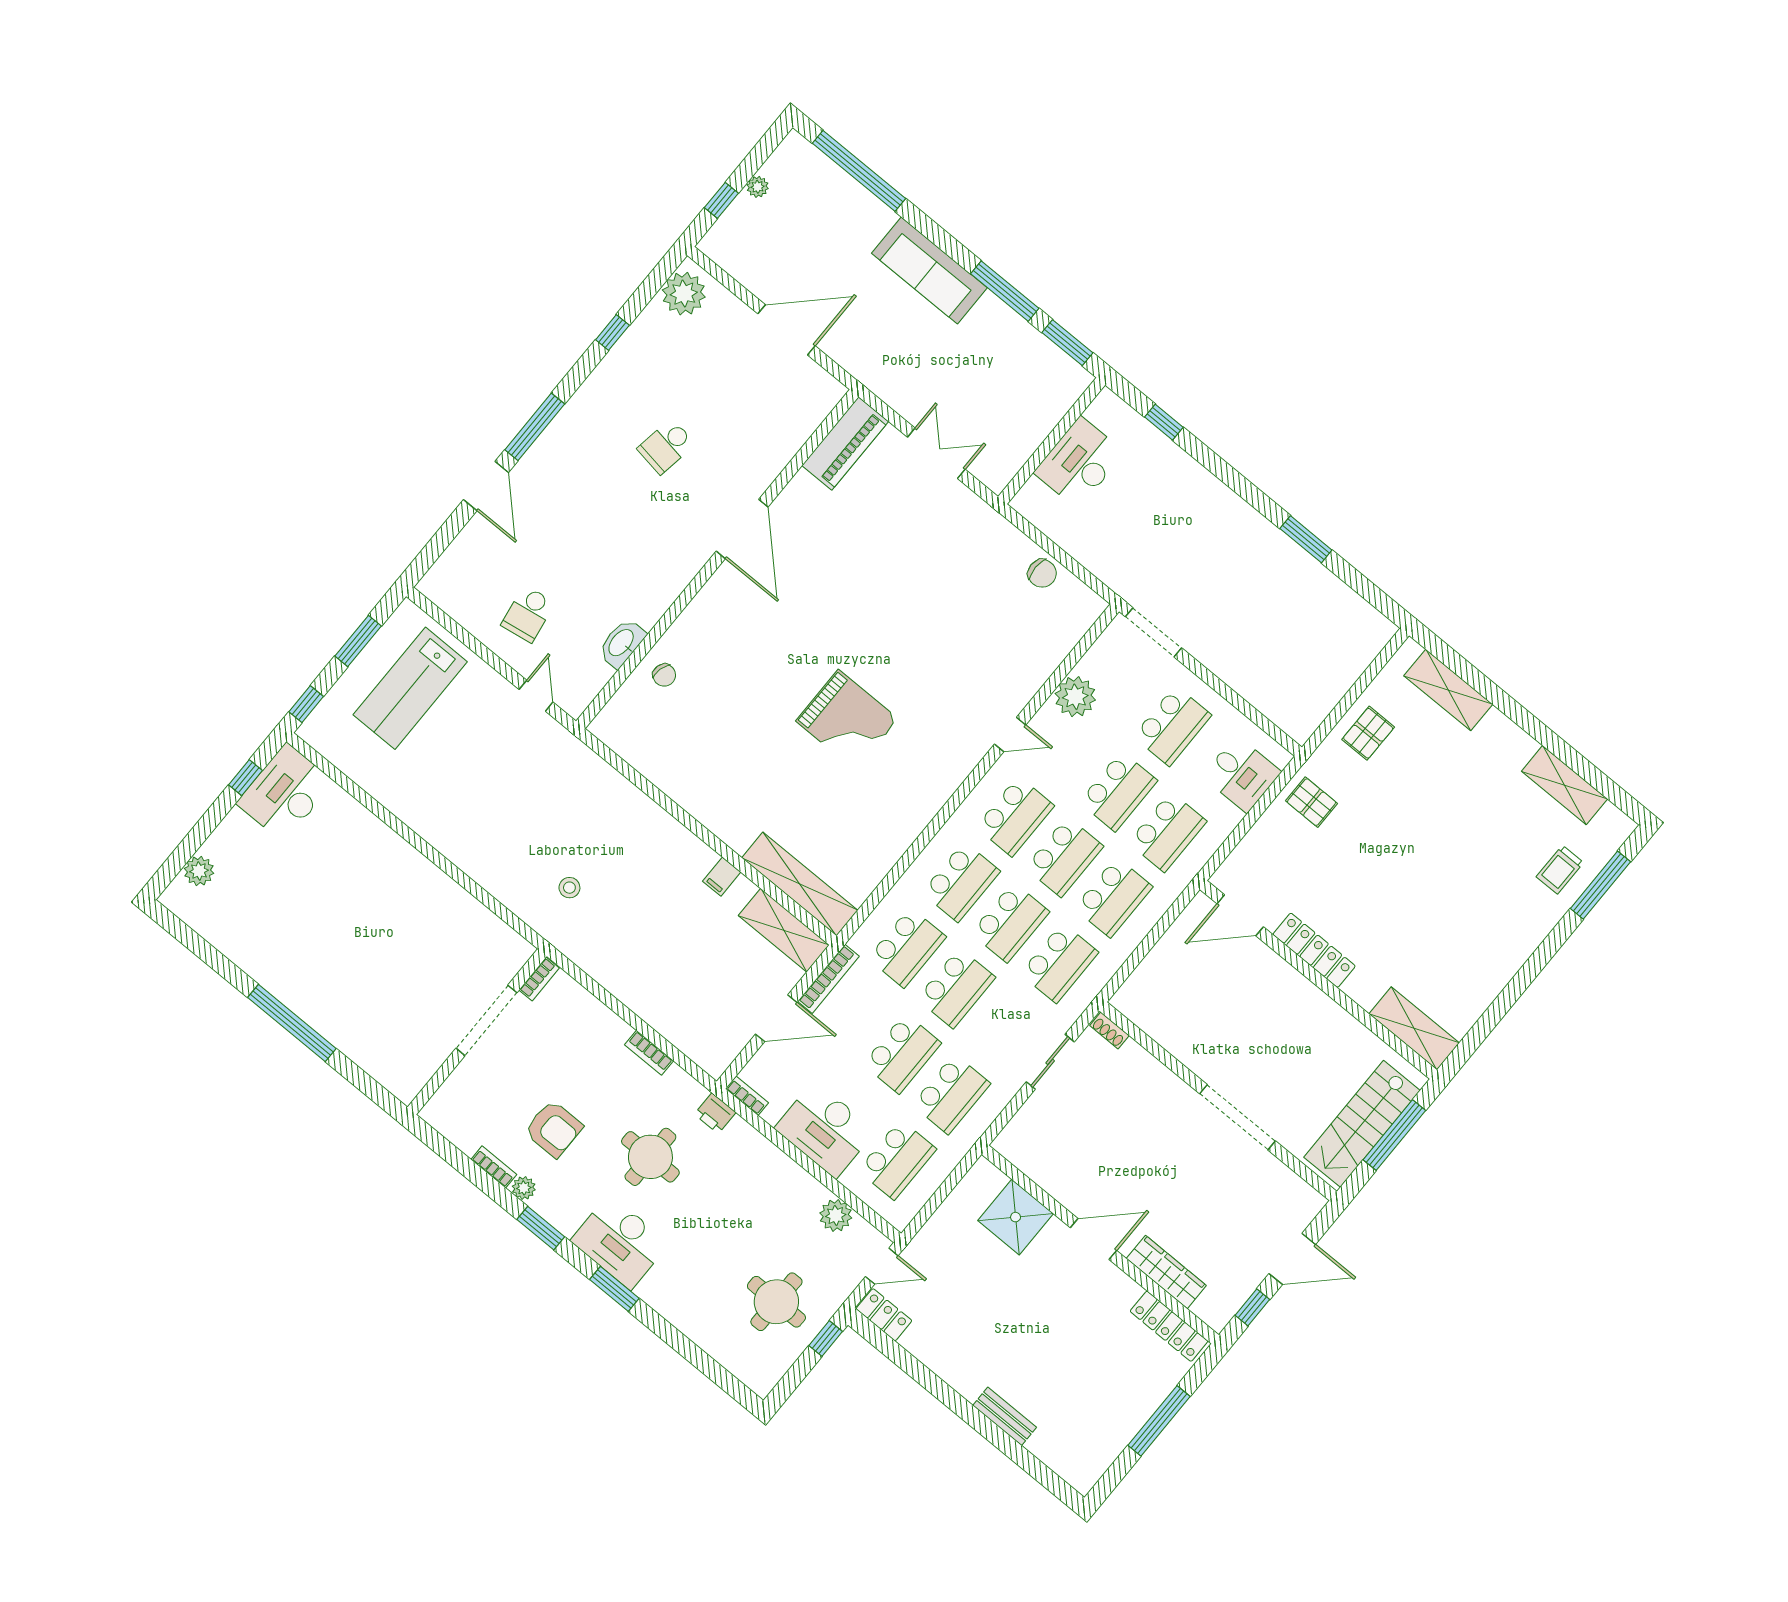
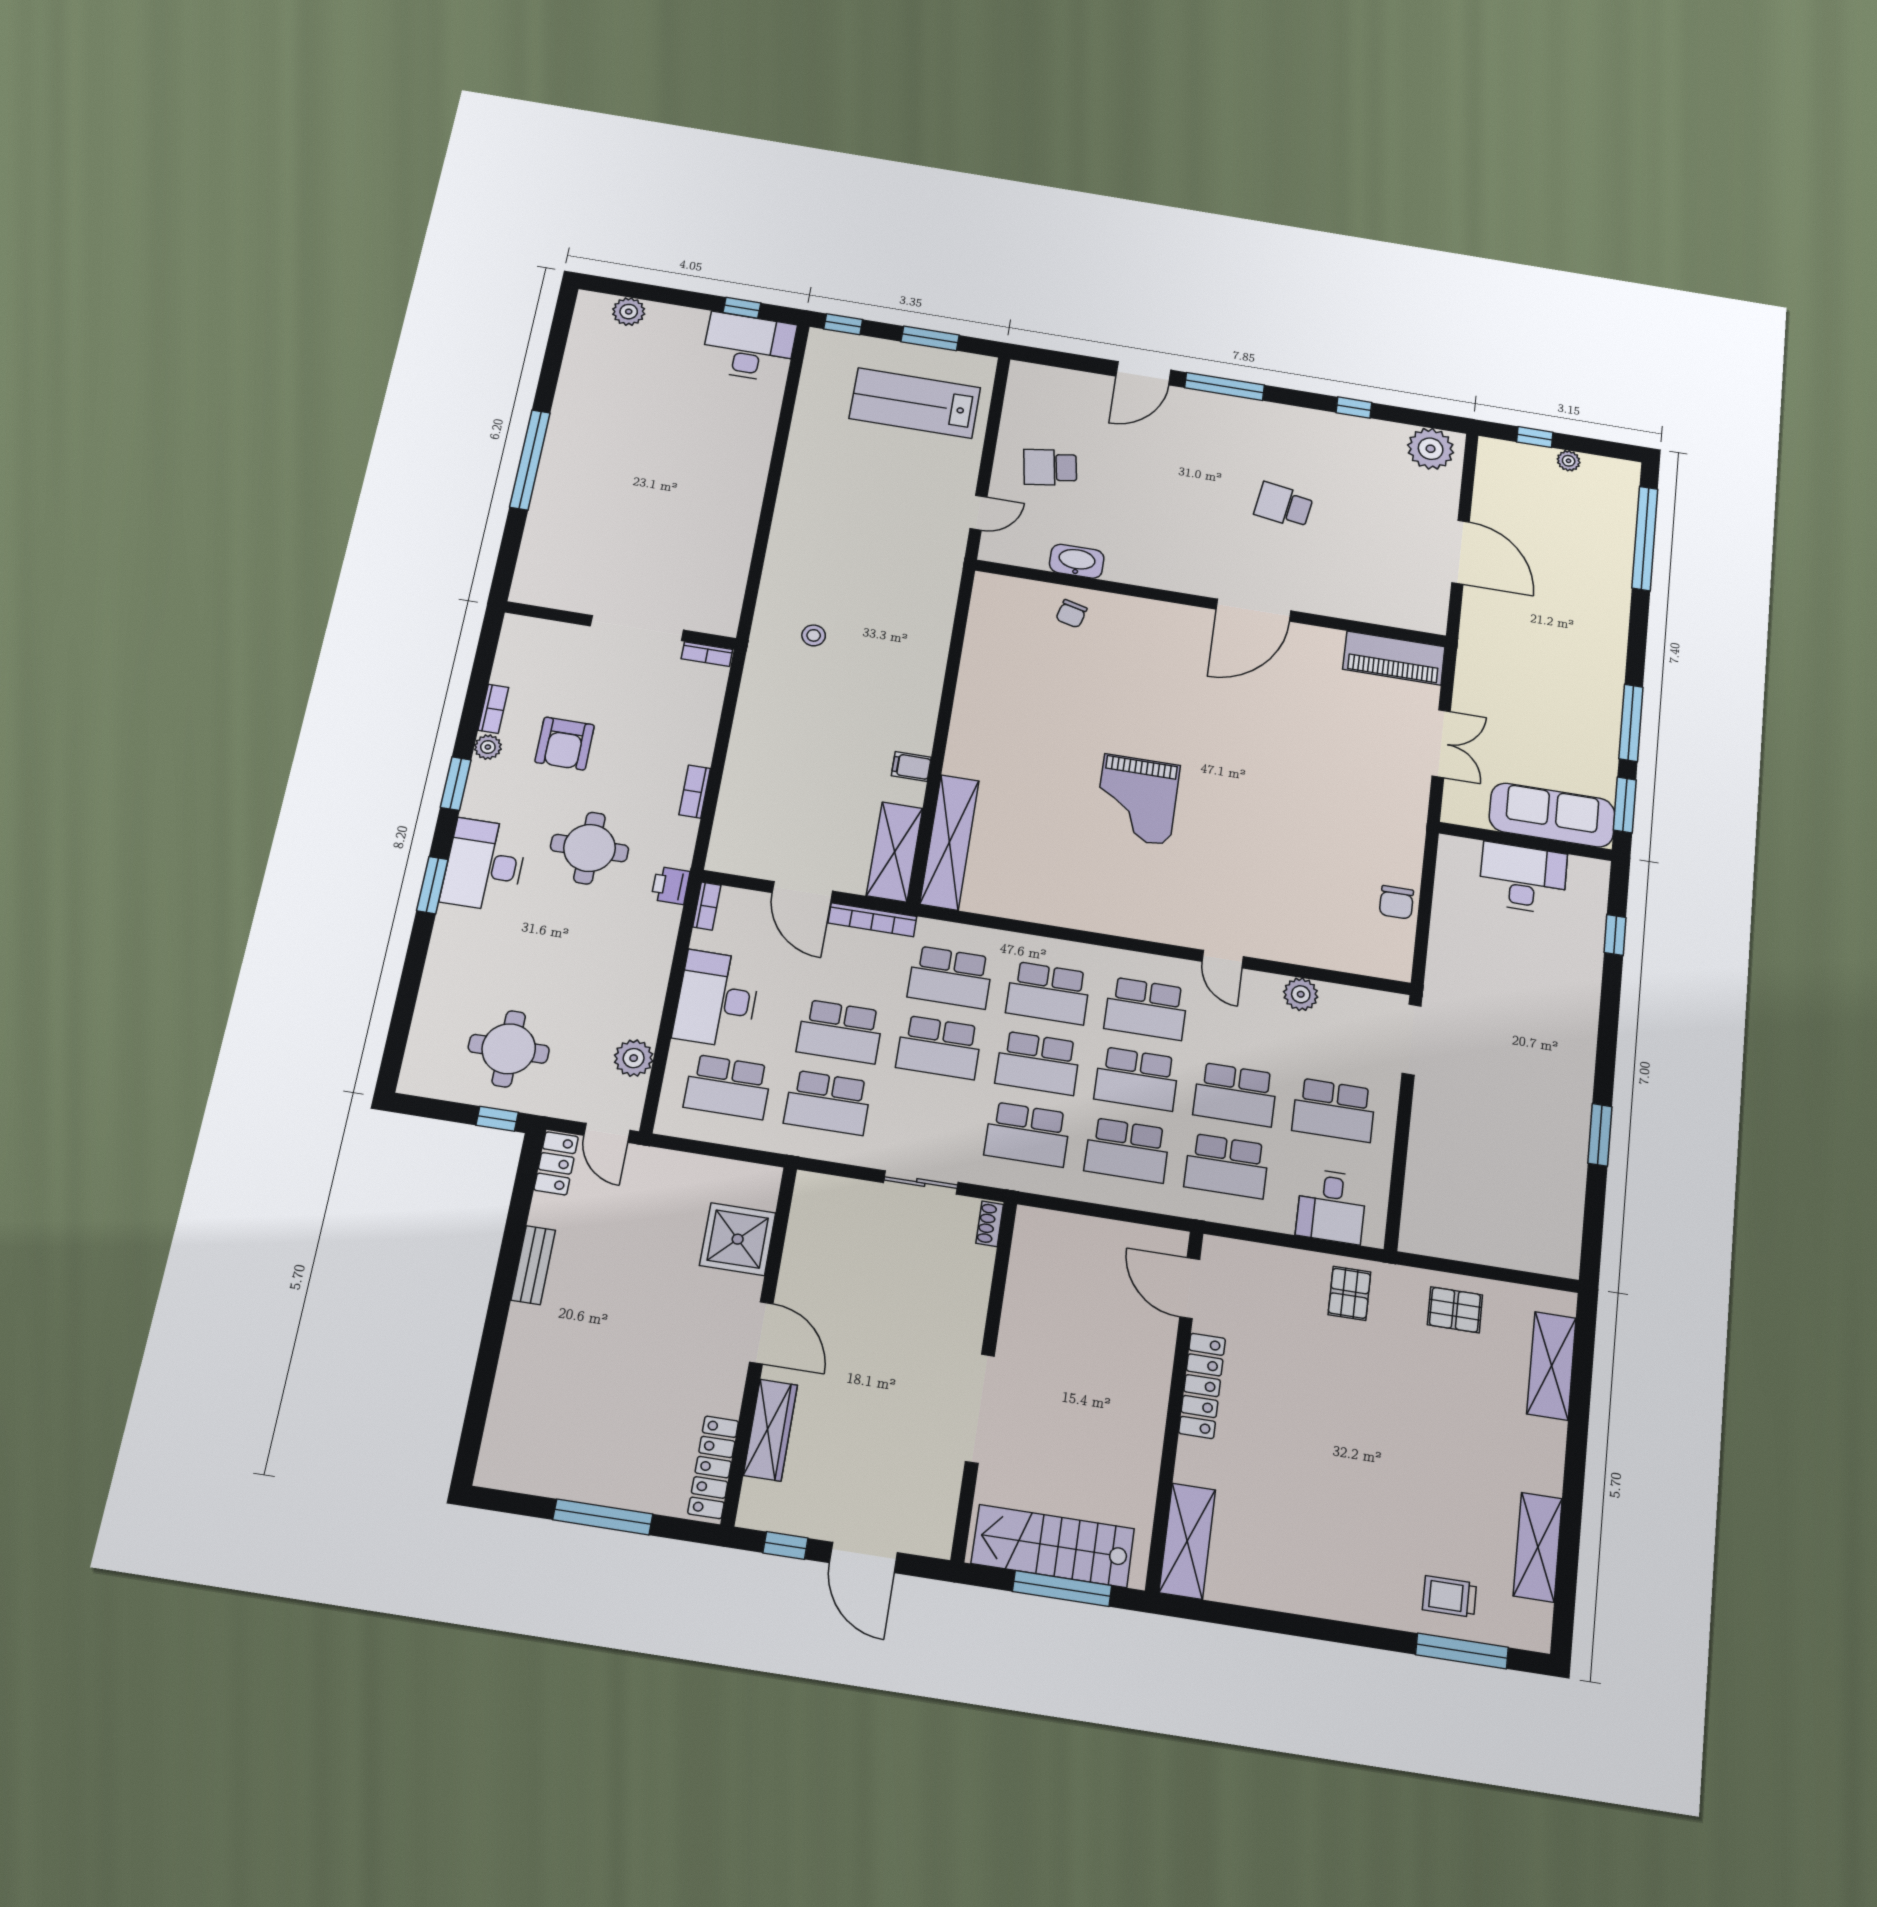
sofa: (929, 270) -> (1552, 815), moved, turned 90
plant: (1075, 697) -> (1301, 994), width x0.73, depth x0.73
bench: (1005, 1416) -> (533, 1265), moved

